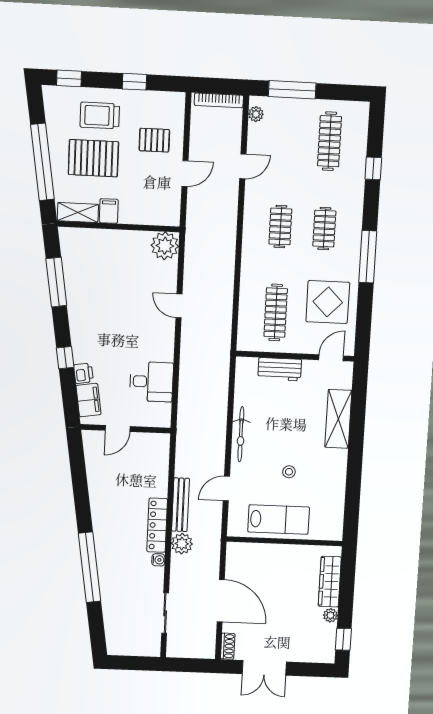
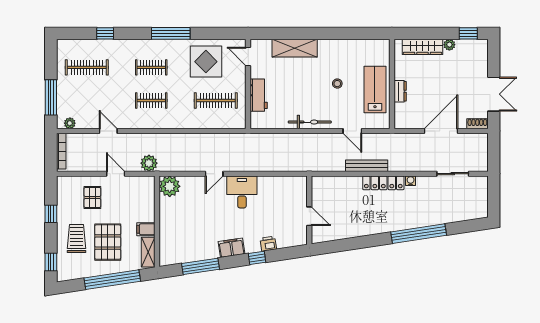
trolley: (100, 116) -> (76, 239), turned 180
desk: (151, 382) -> (242, 192), moved
filing cabinet: (88, 400) -> (231, 248), moved
plant: (182, 544) -> (149, 163), moved
dresser: (274, 551) -> (400, 91), added

